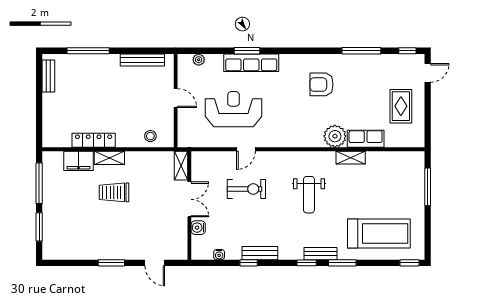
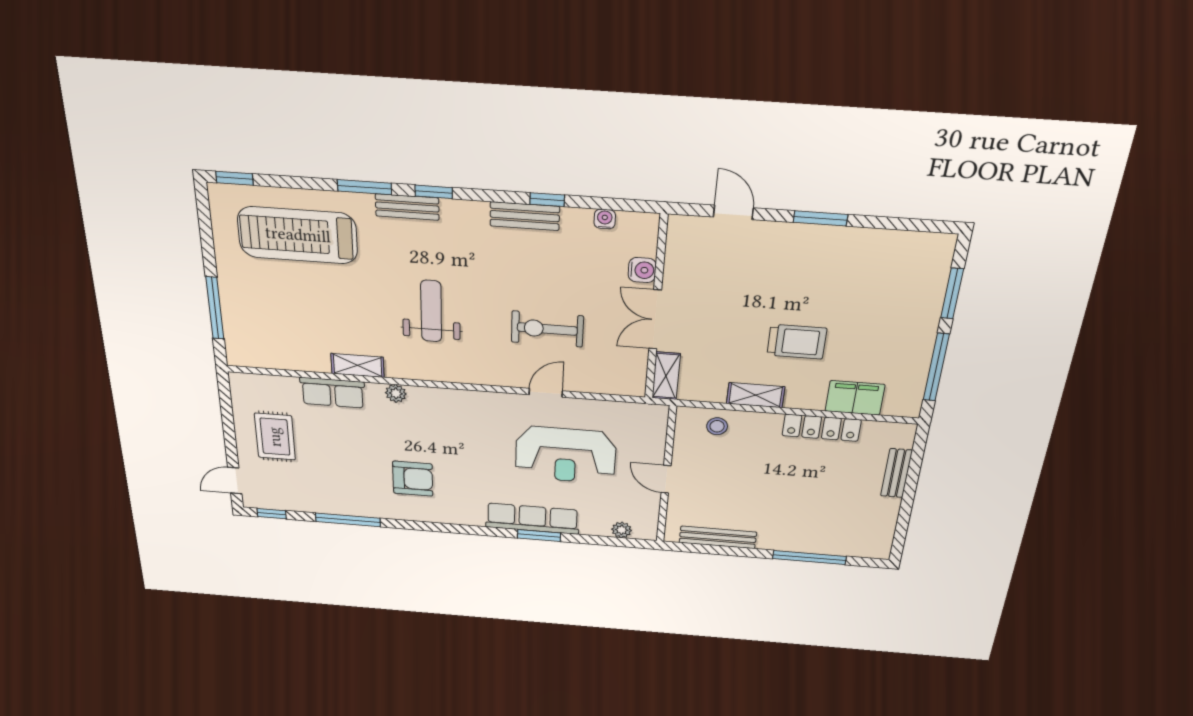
bench: (48, 76) -> (896, 473), moved
plant: (335, 136) -> (396, 393), width x0.53, depth x0.53
shelving: (109, 158) -> (756, 395), moved

